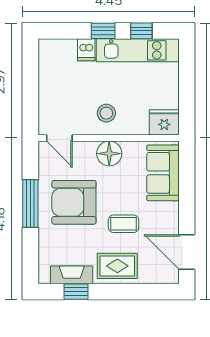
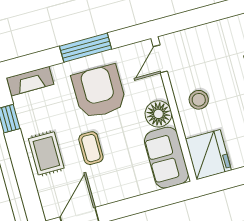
fridge: (164, 122) -> (208, 155), width x1.36, depth x1.34
sofa: (163, 173) -> (166, 158), moved, turned -90
fireplace: (72, 275) -> (30, 81), moved, turned 90

